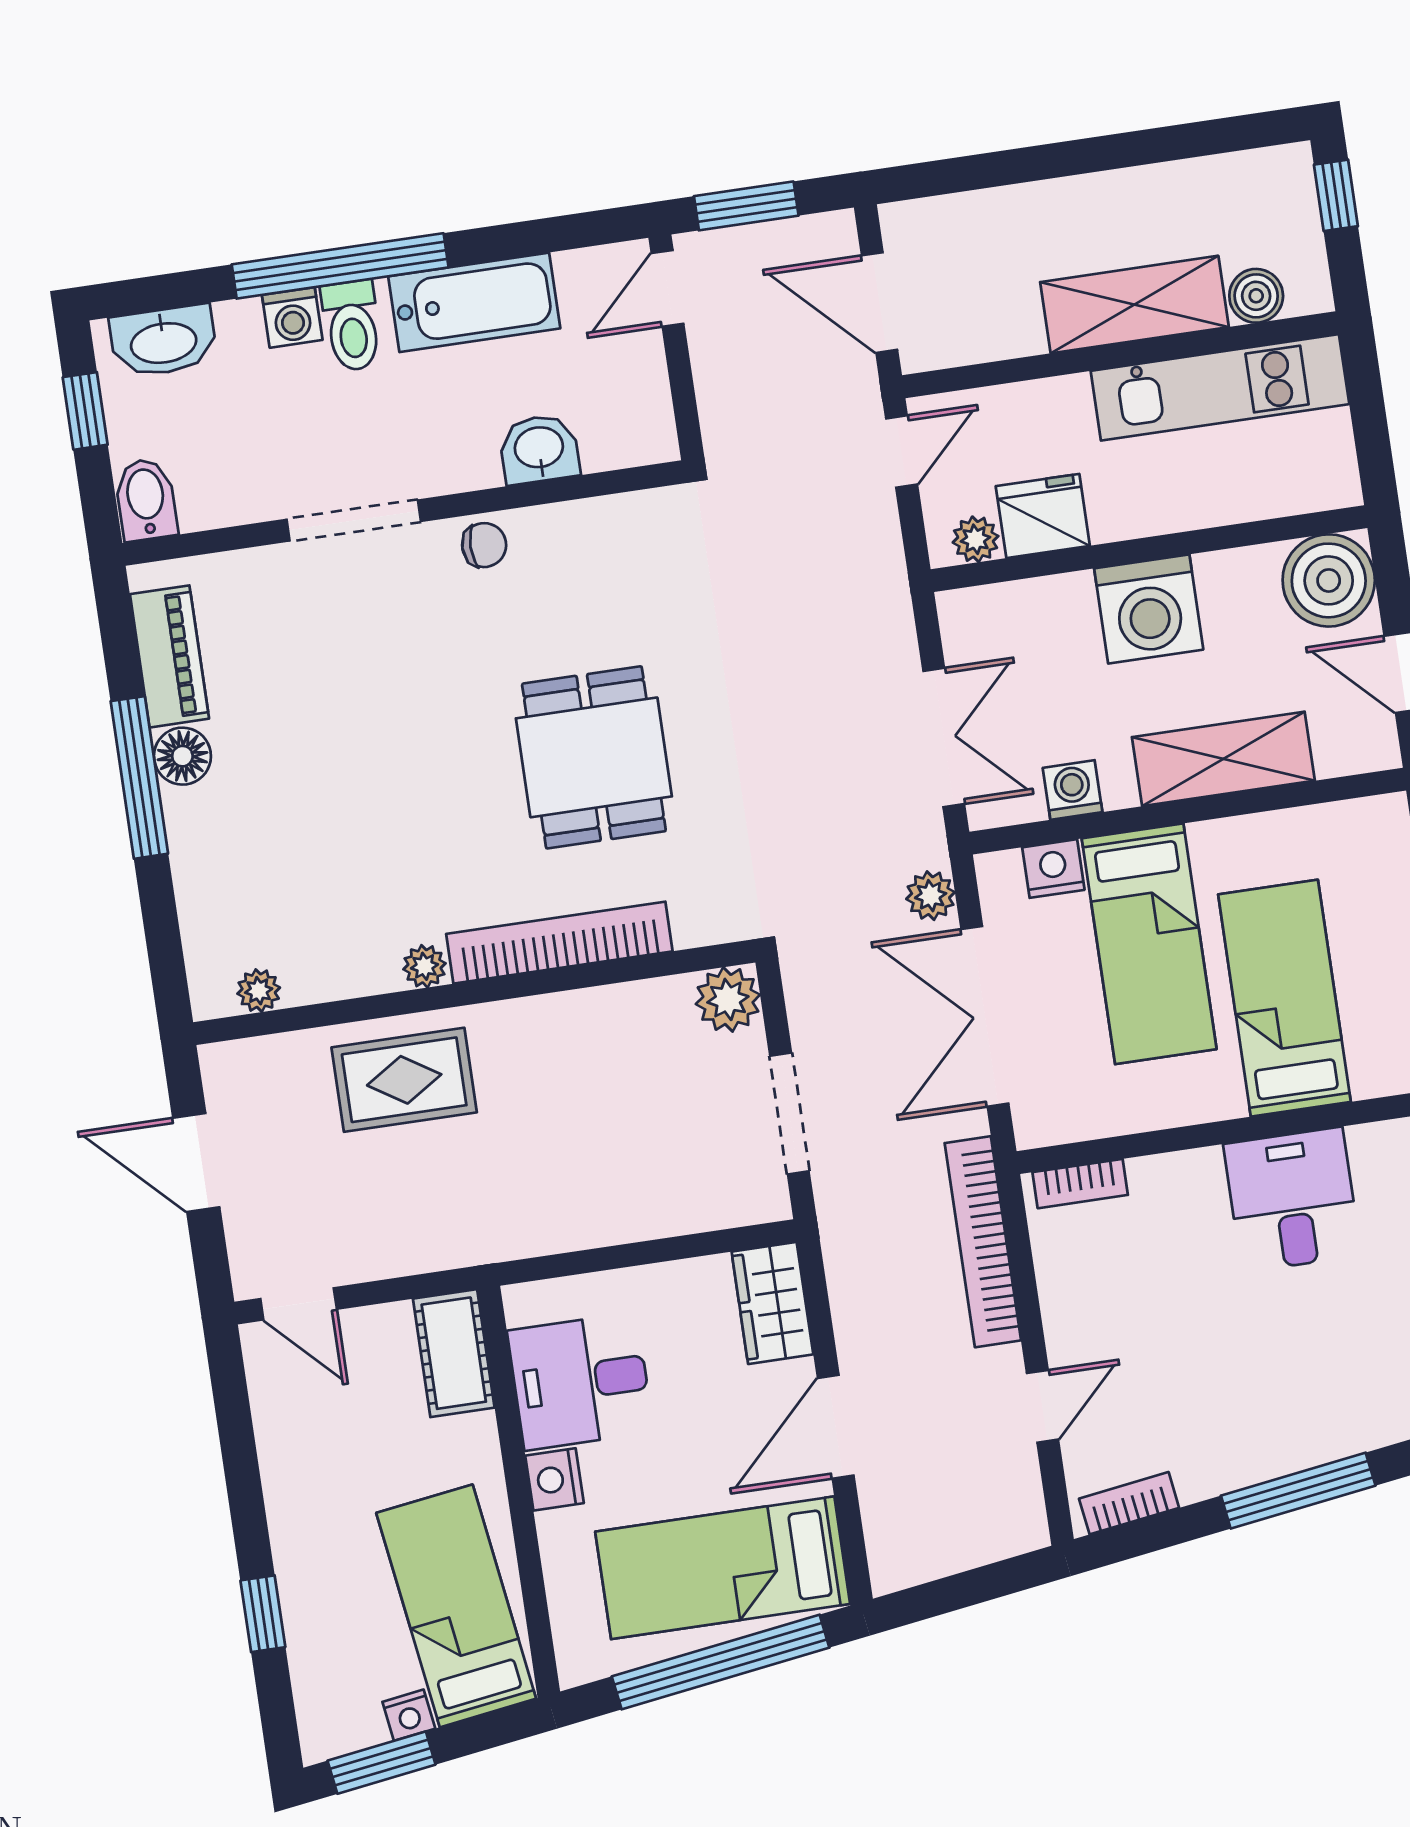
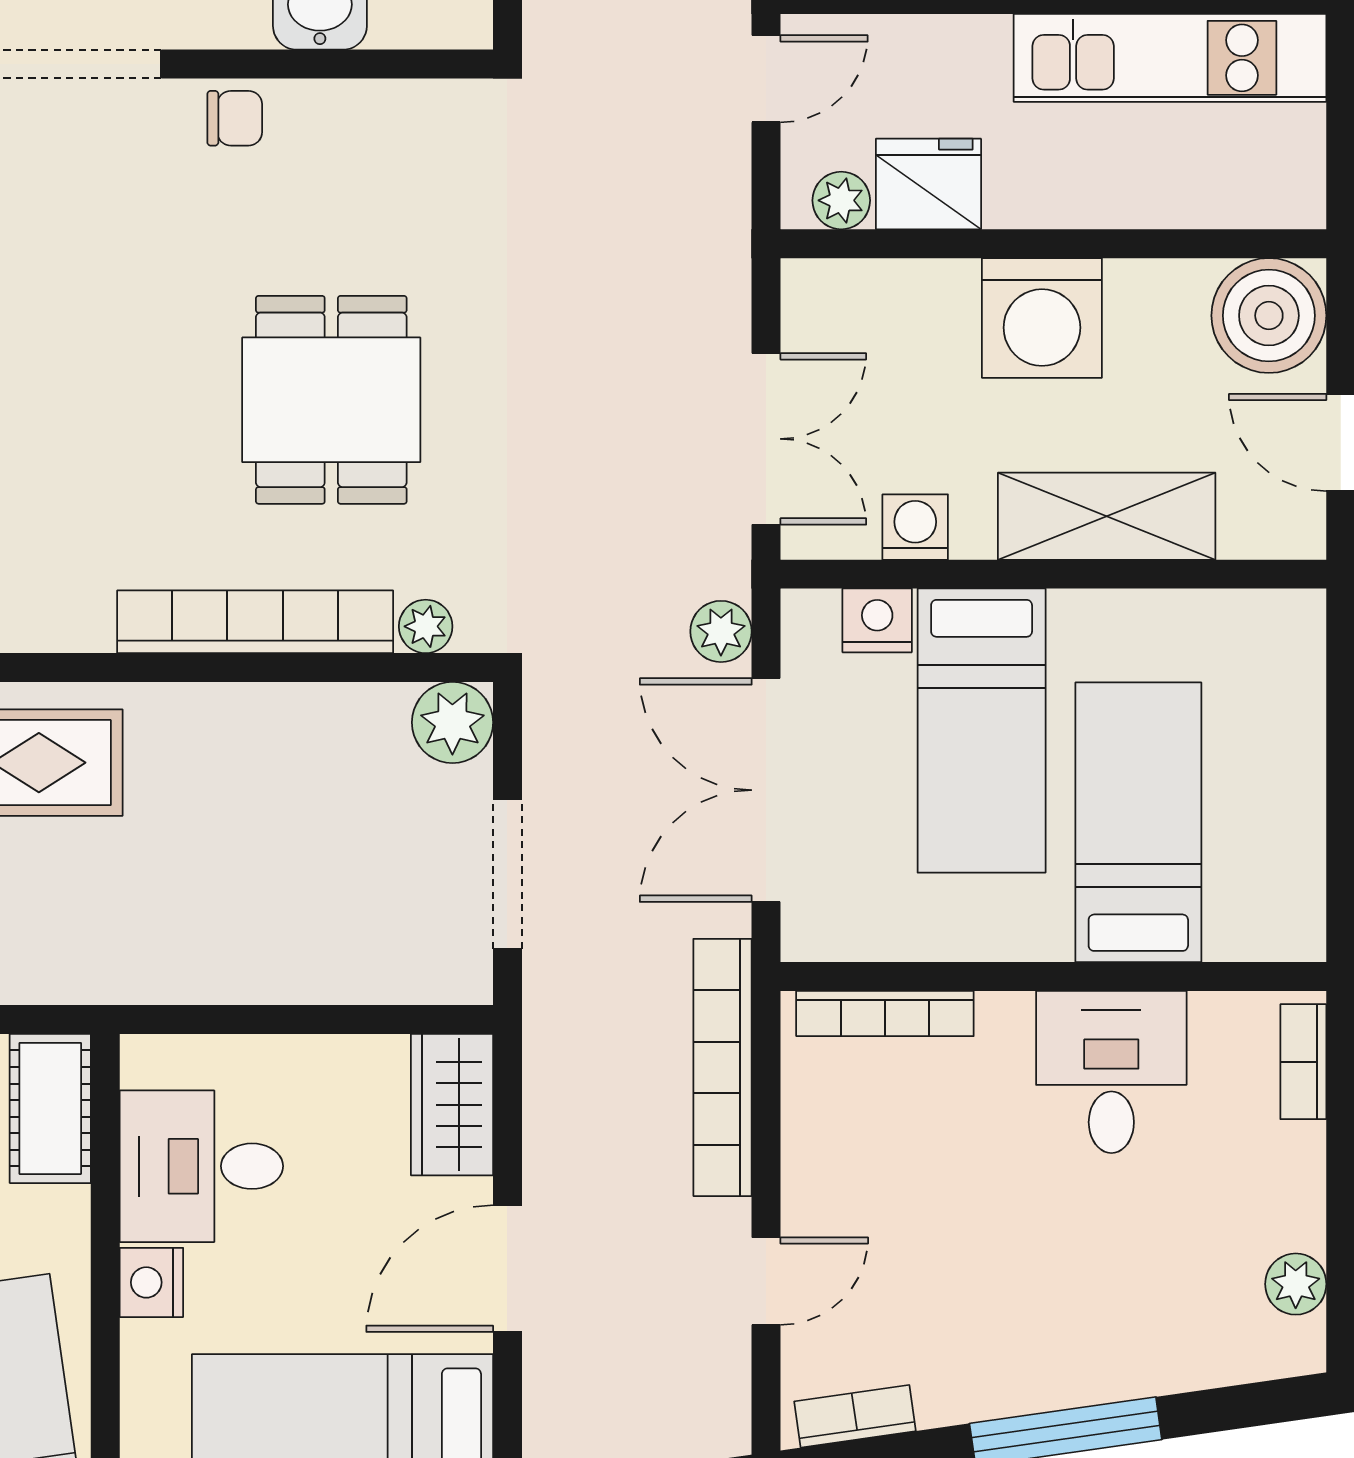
plant: (425, 966) -> (426, 626), moved
bookcase: (1080, 1184) -> (885, 1013), width x1.56

